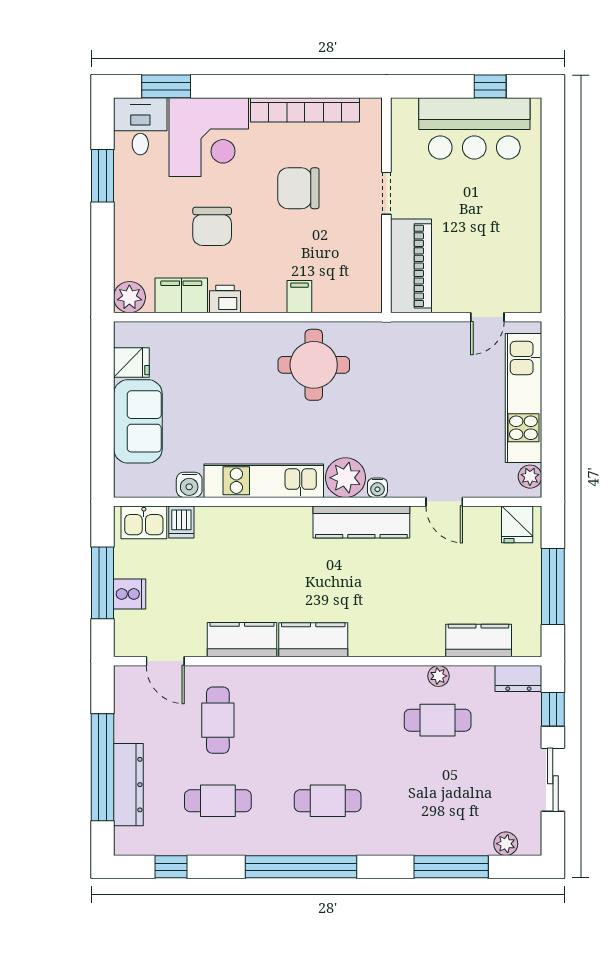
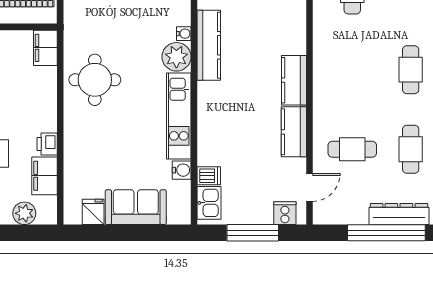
plant: (129, 297) -> (24, 213), moved
filing cabinet: (299, 297) -> (45, 48), moved, width x2.00
cooker: (130, 594) -> (285, 213), moved

